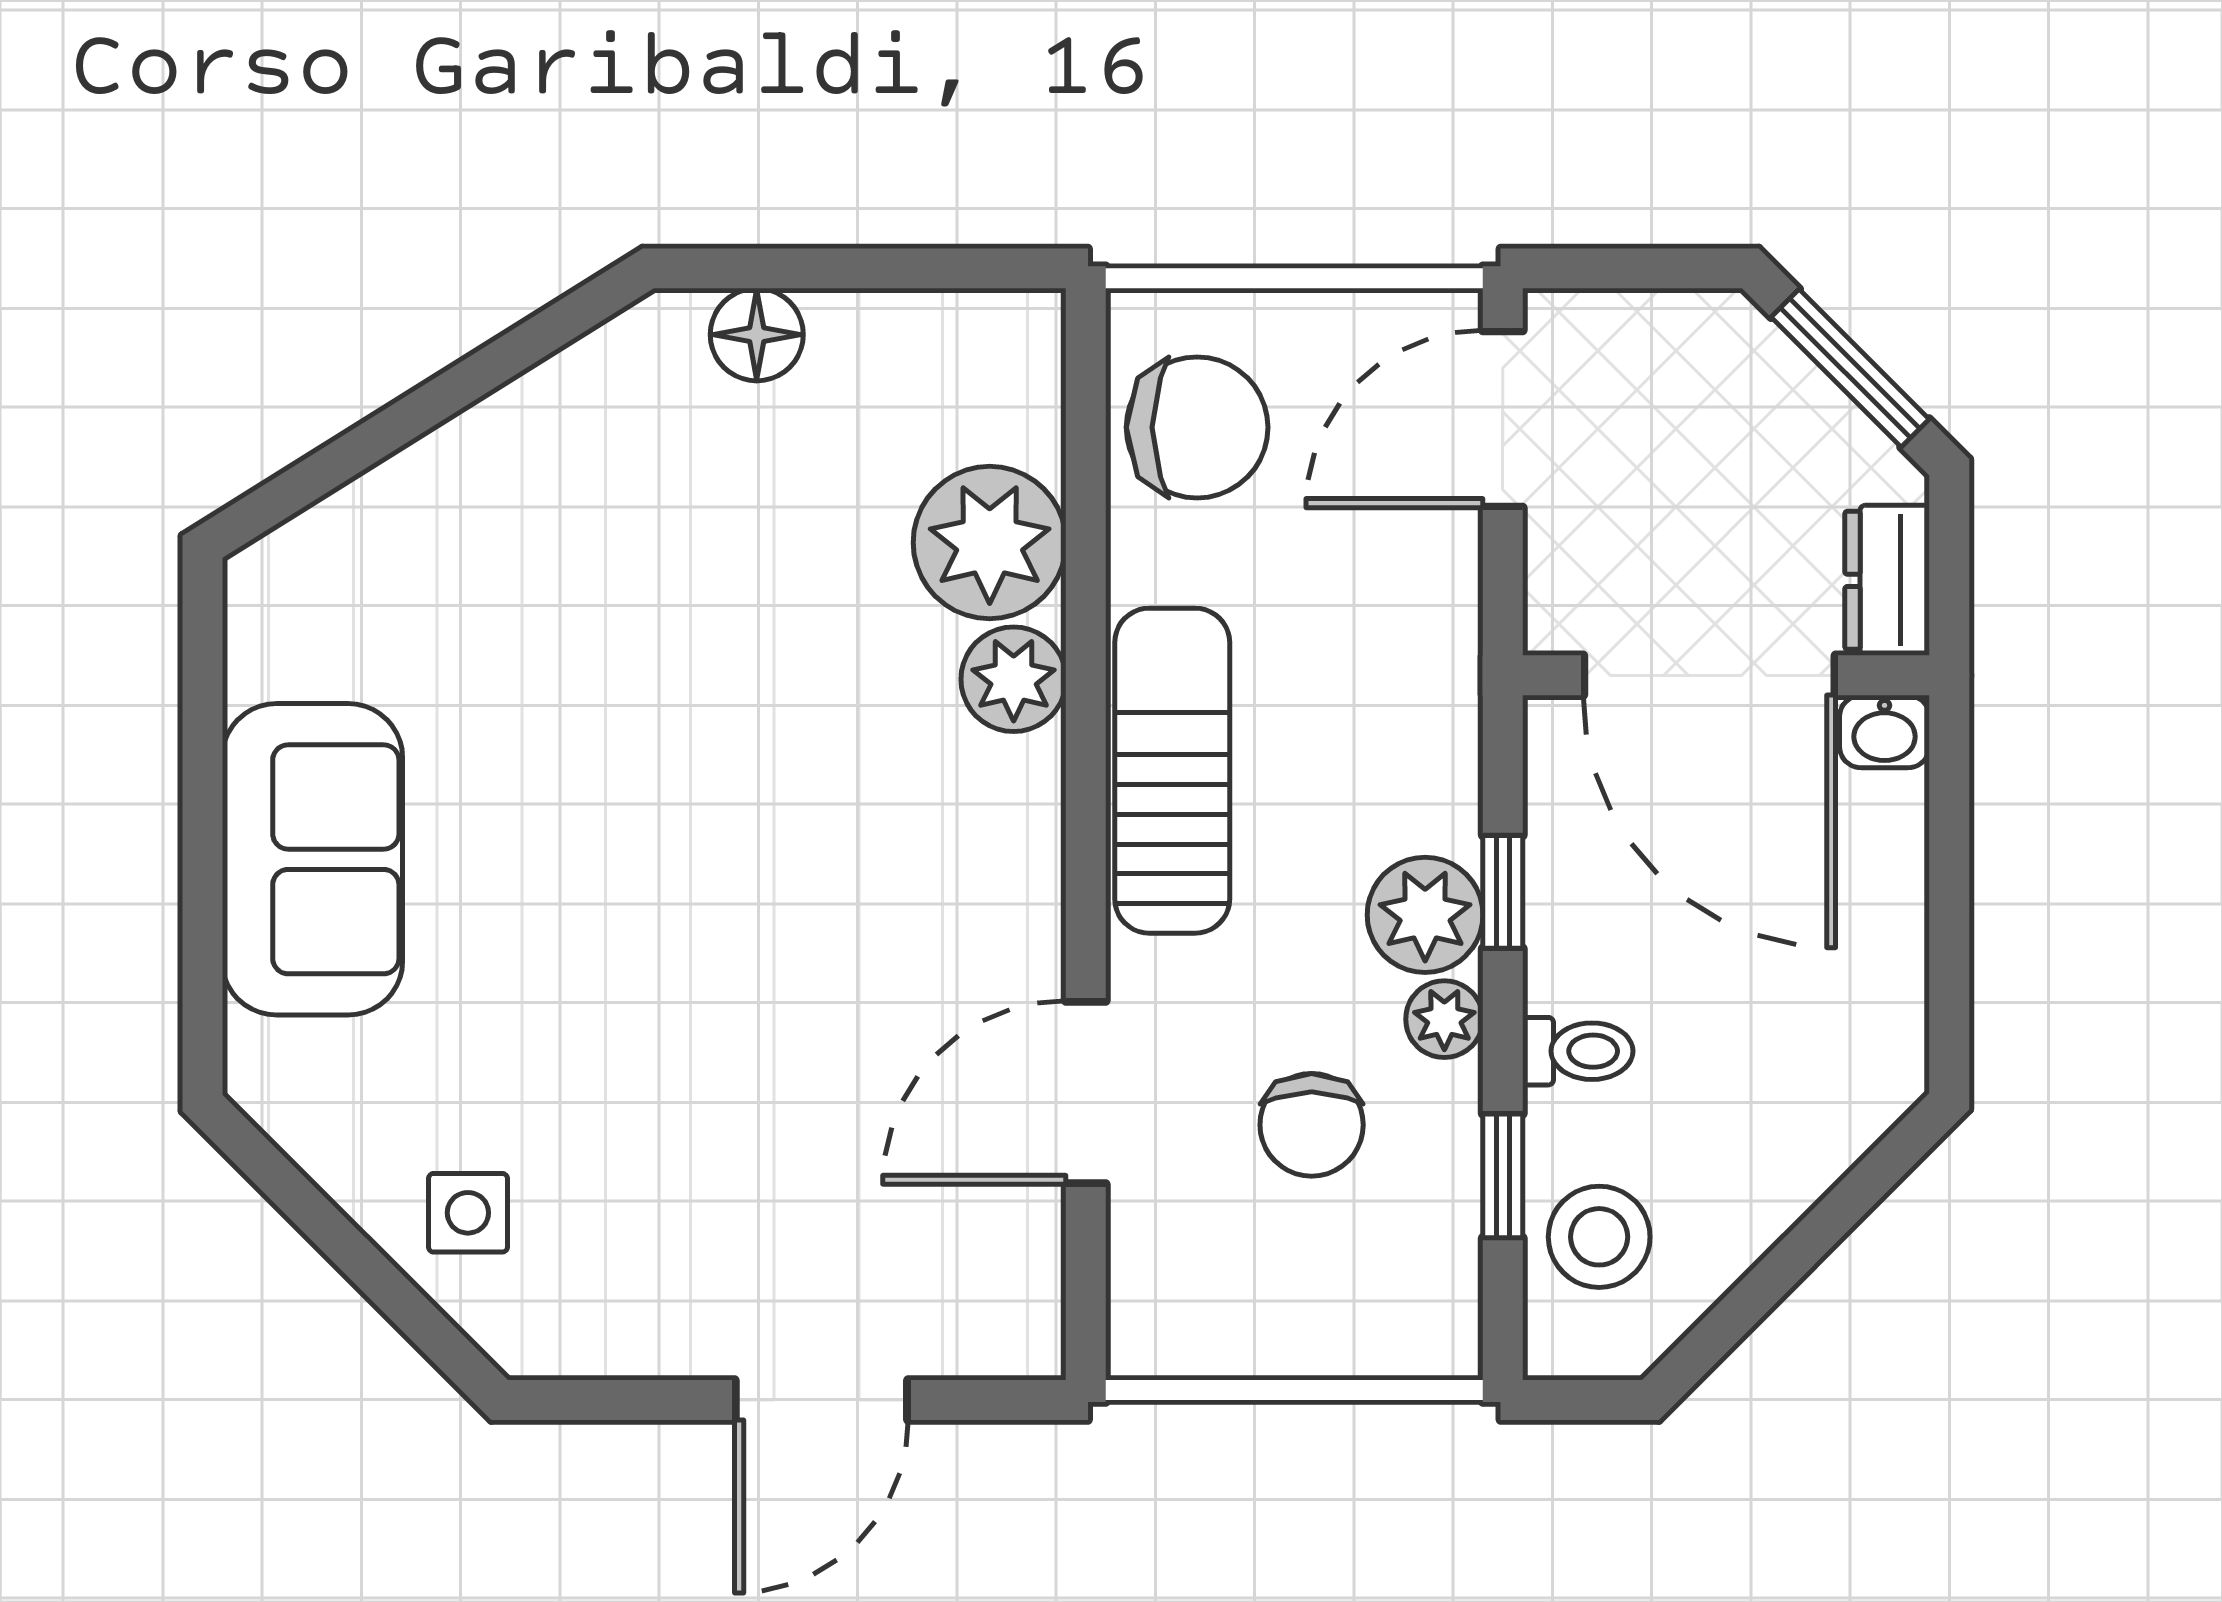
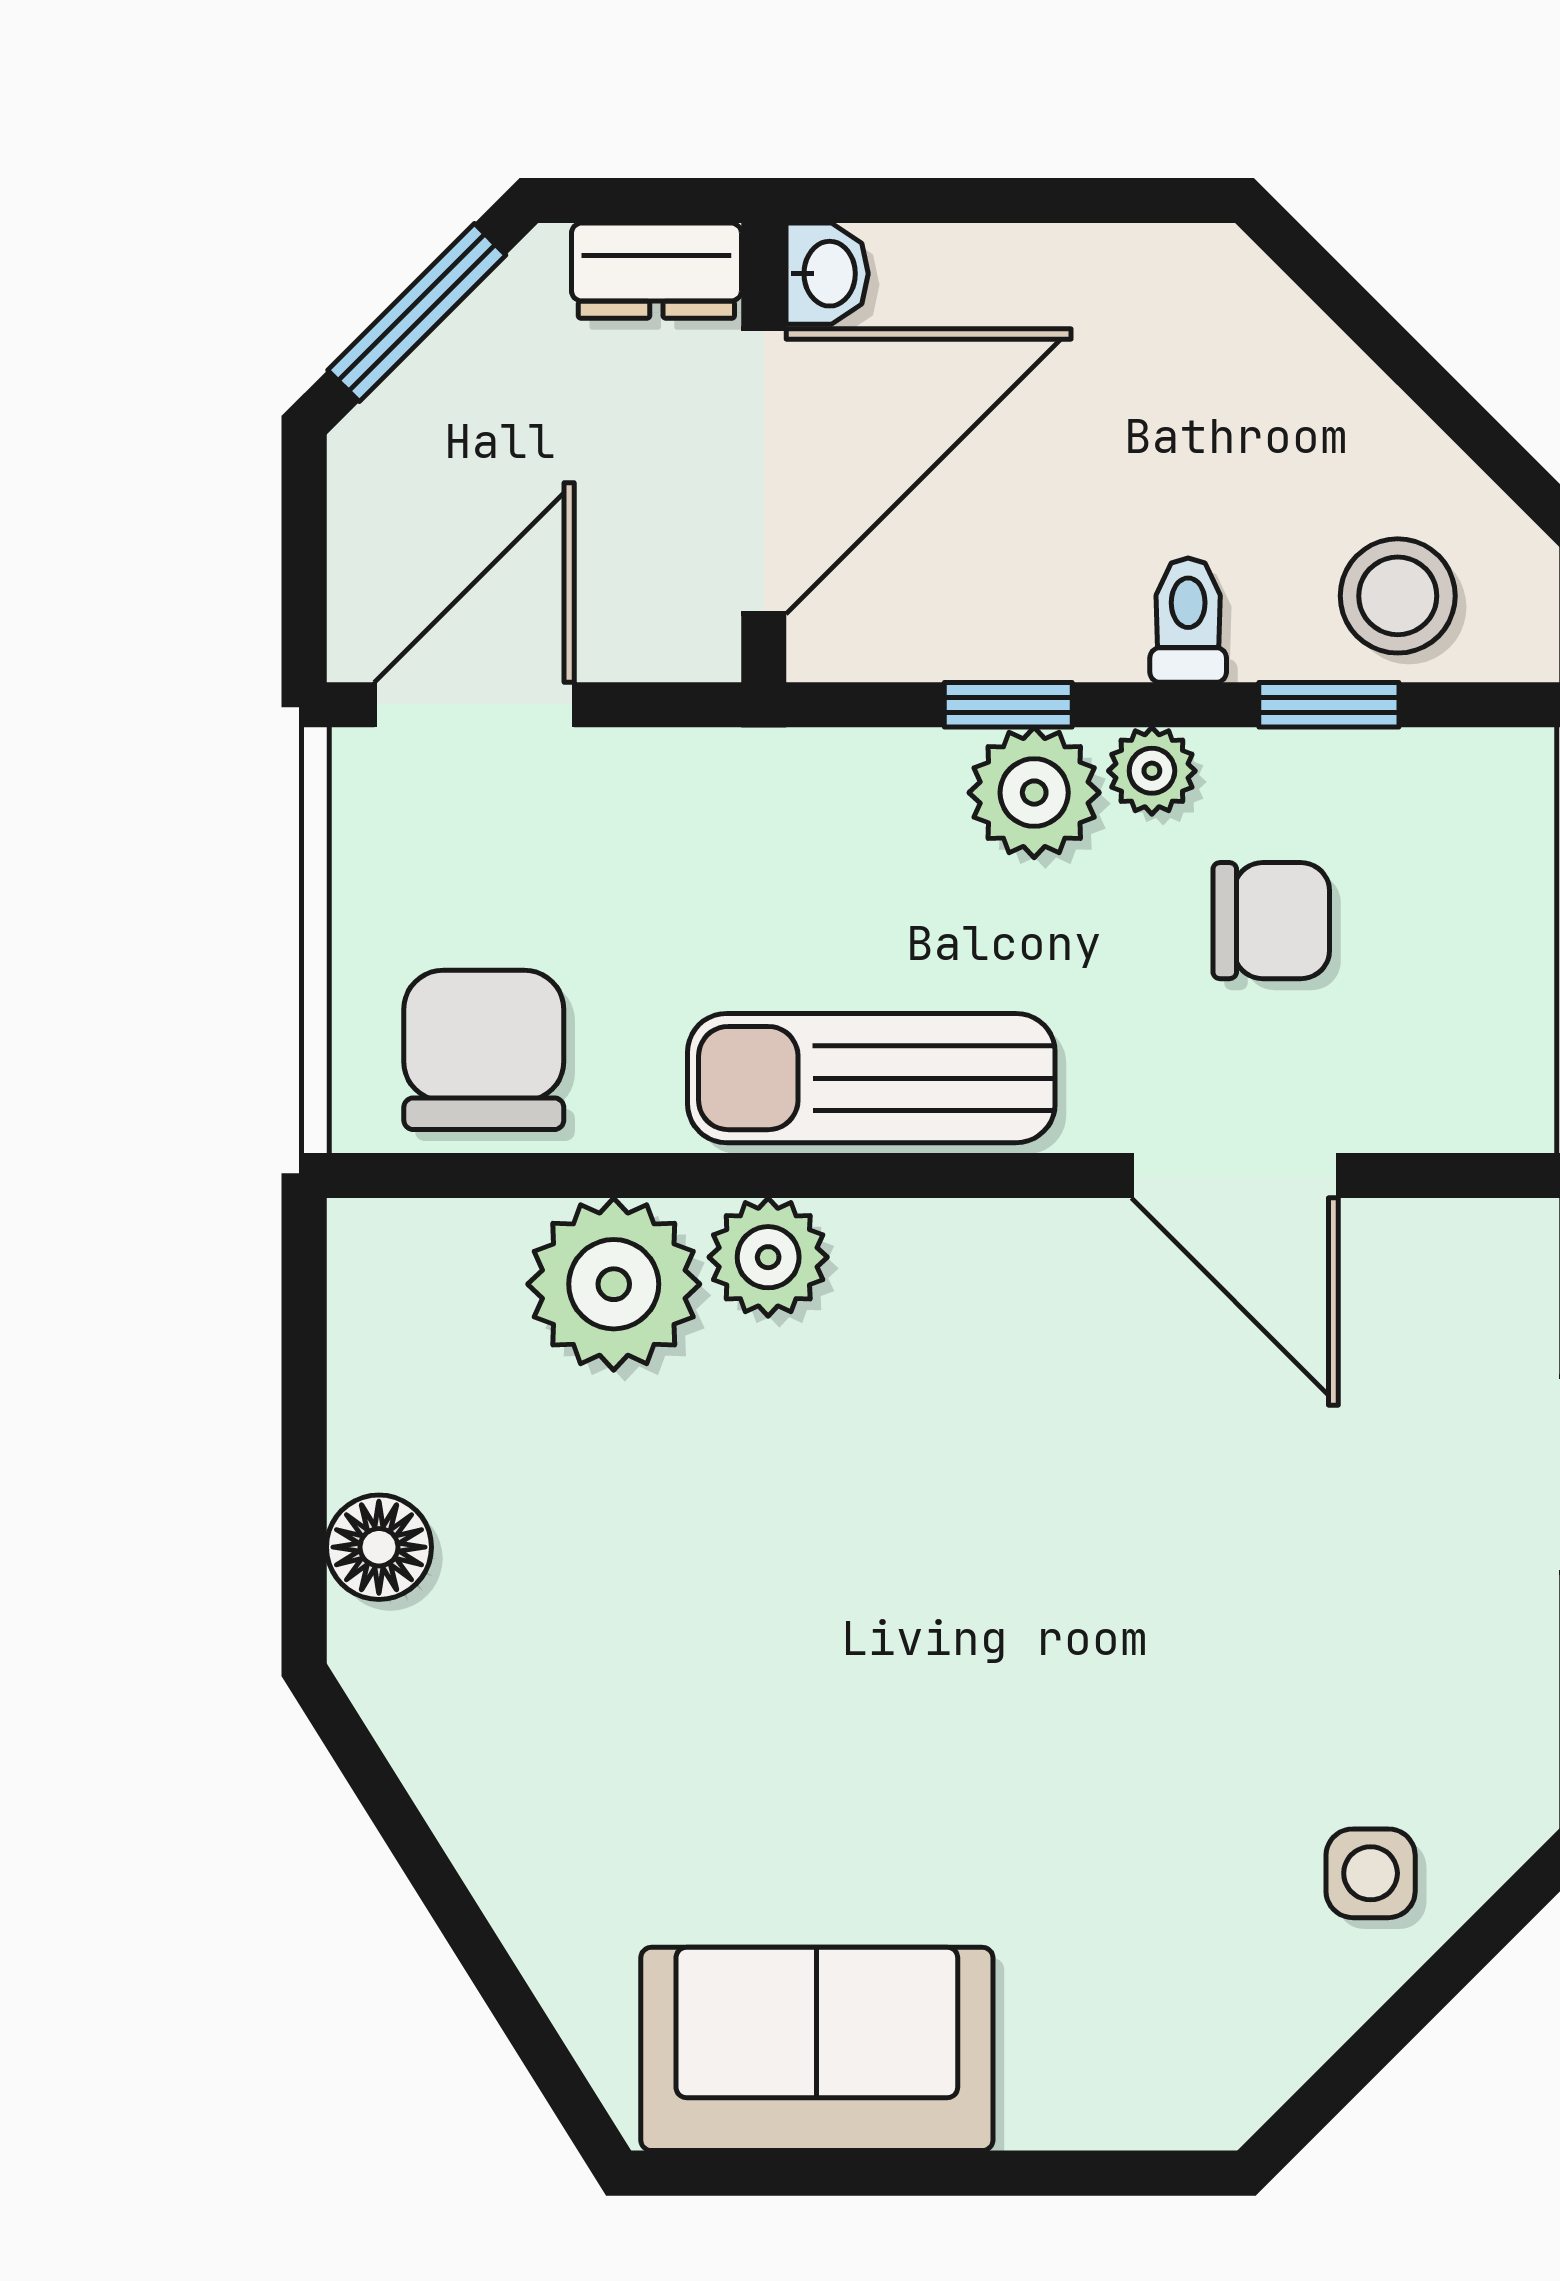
door: (1503, 419) -> (474, 705), swing flipped
sofa: (312, 859) -> (817, 2049), moved

